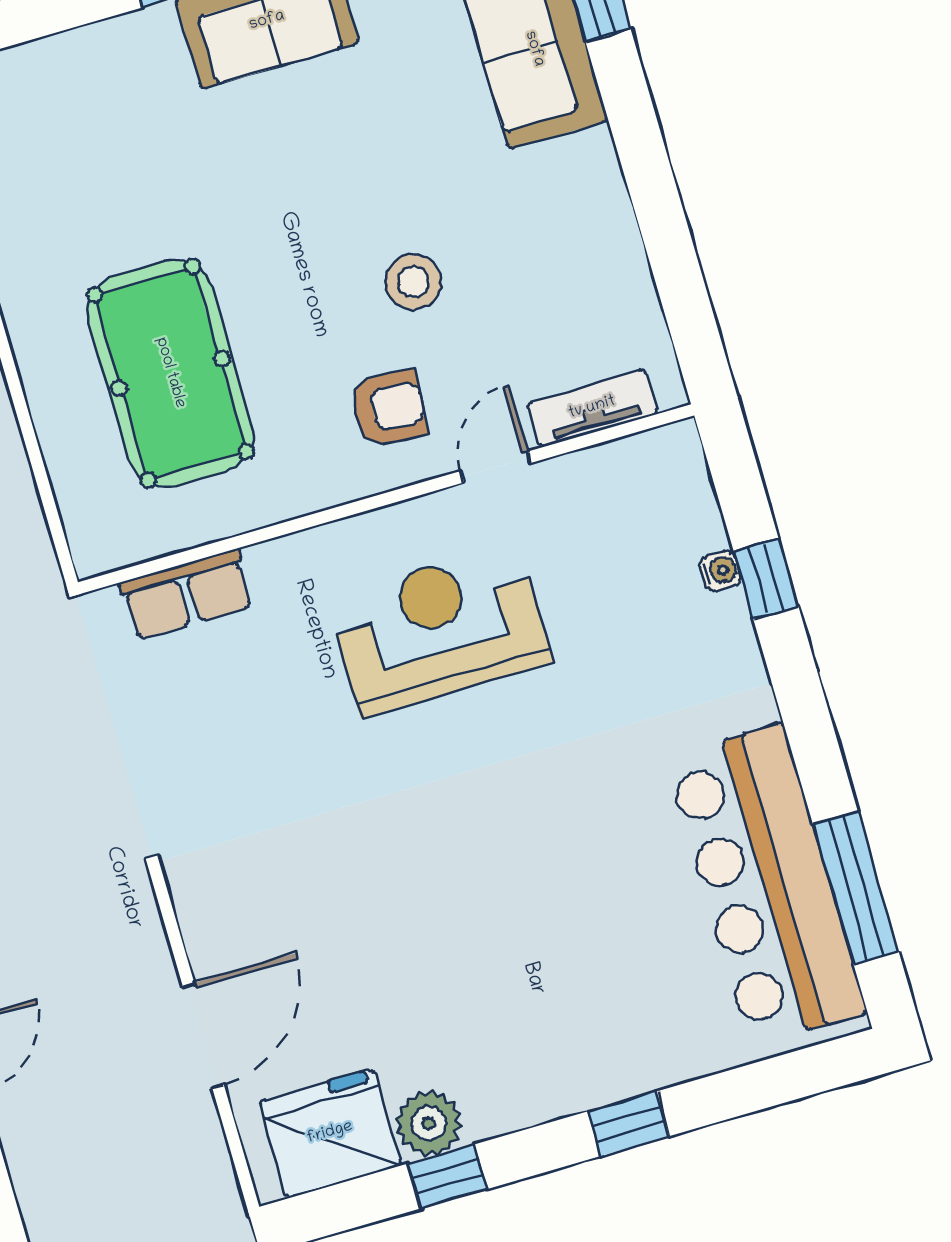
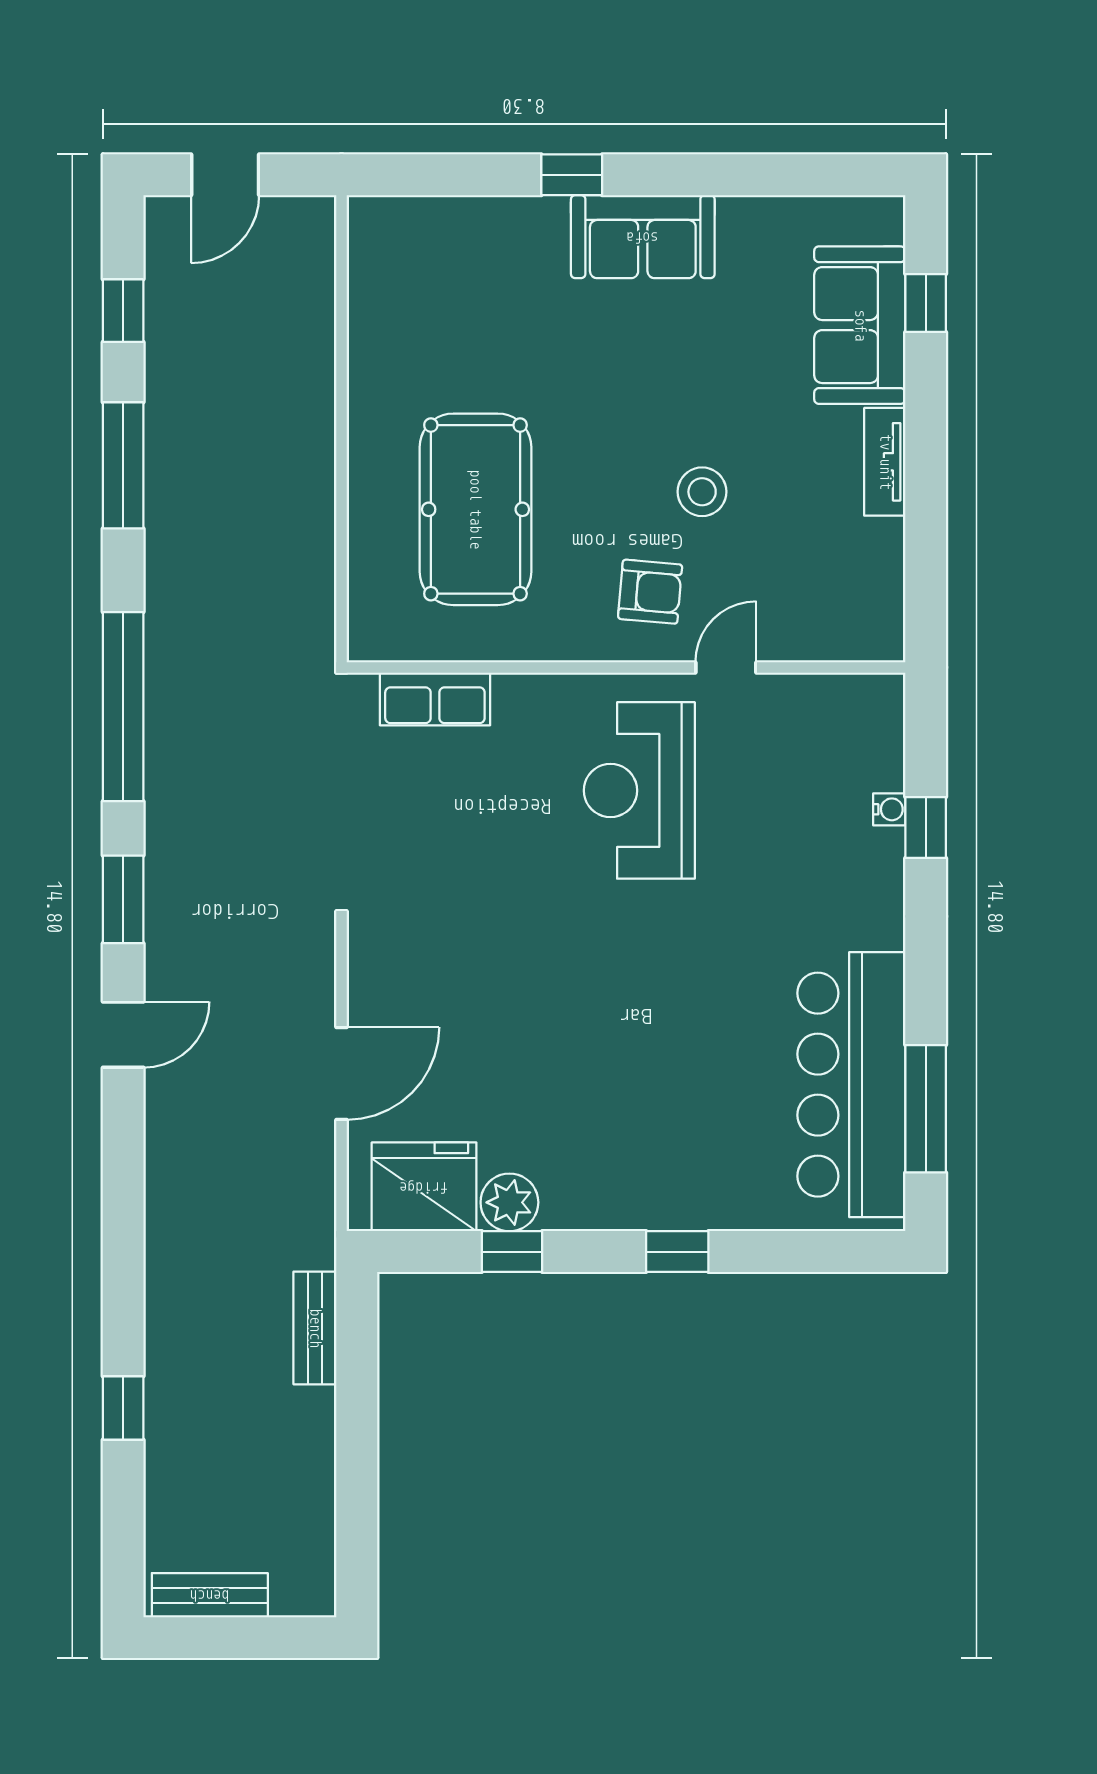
tv unit: (592, 408) -> (885, 462), moved, turned -90
reception desk: (440, 630) -> (639, 790), turned -90

